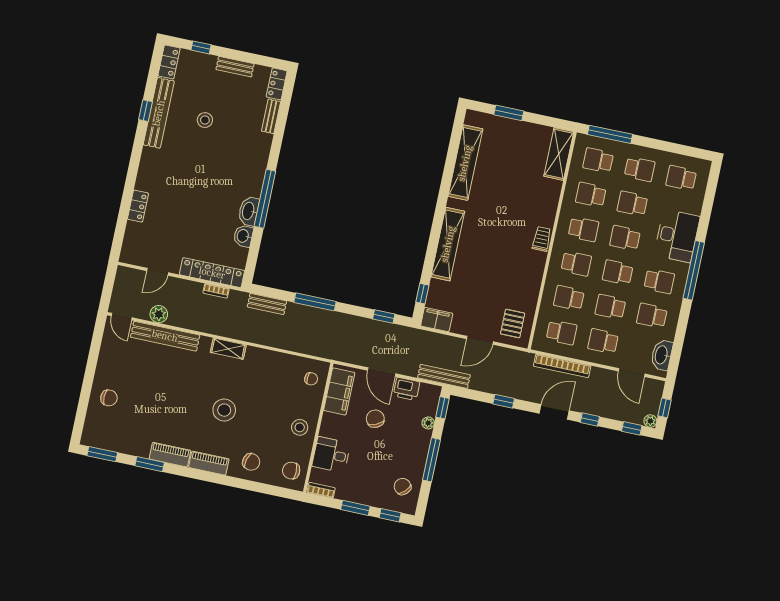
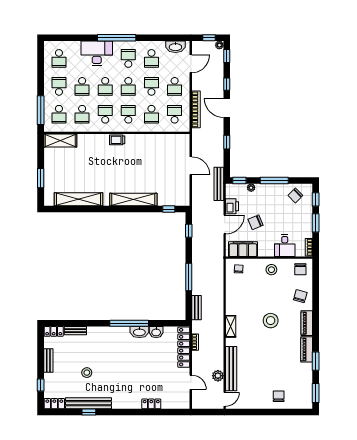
school desk: (610, 307) -> (151, 86), turned 180
filing cabinet: (437, 320) -> (183, 196), removed
pallet: (513, 324) -> (176, 147), removed

